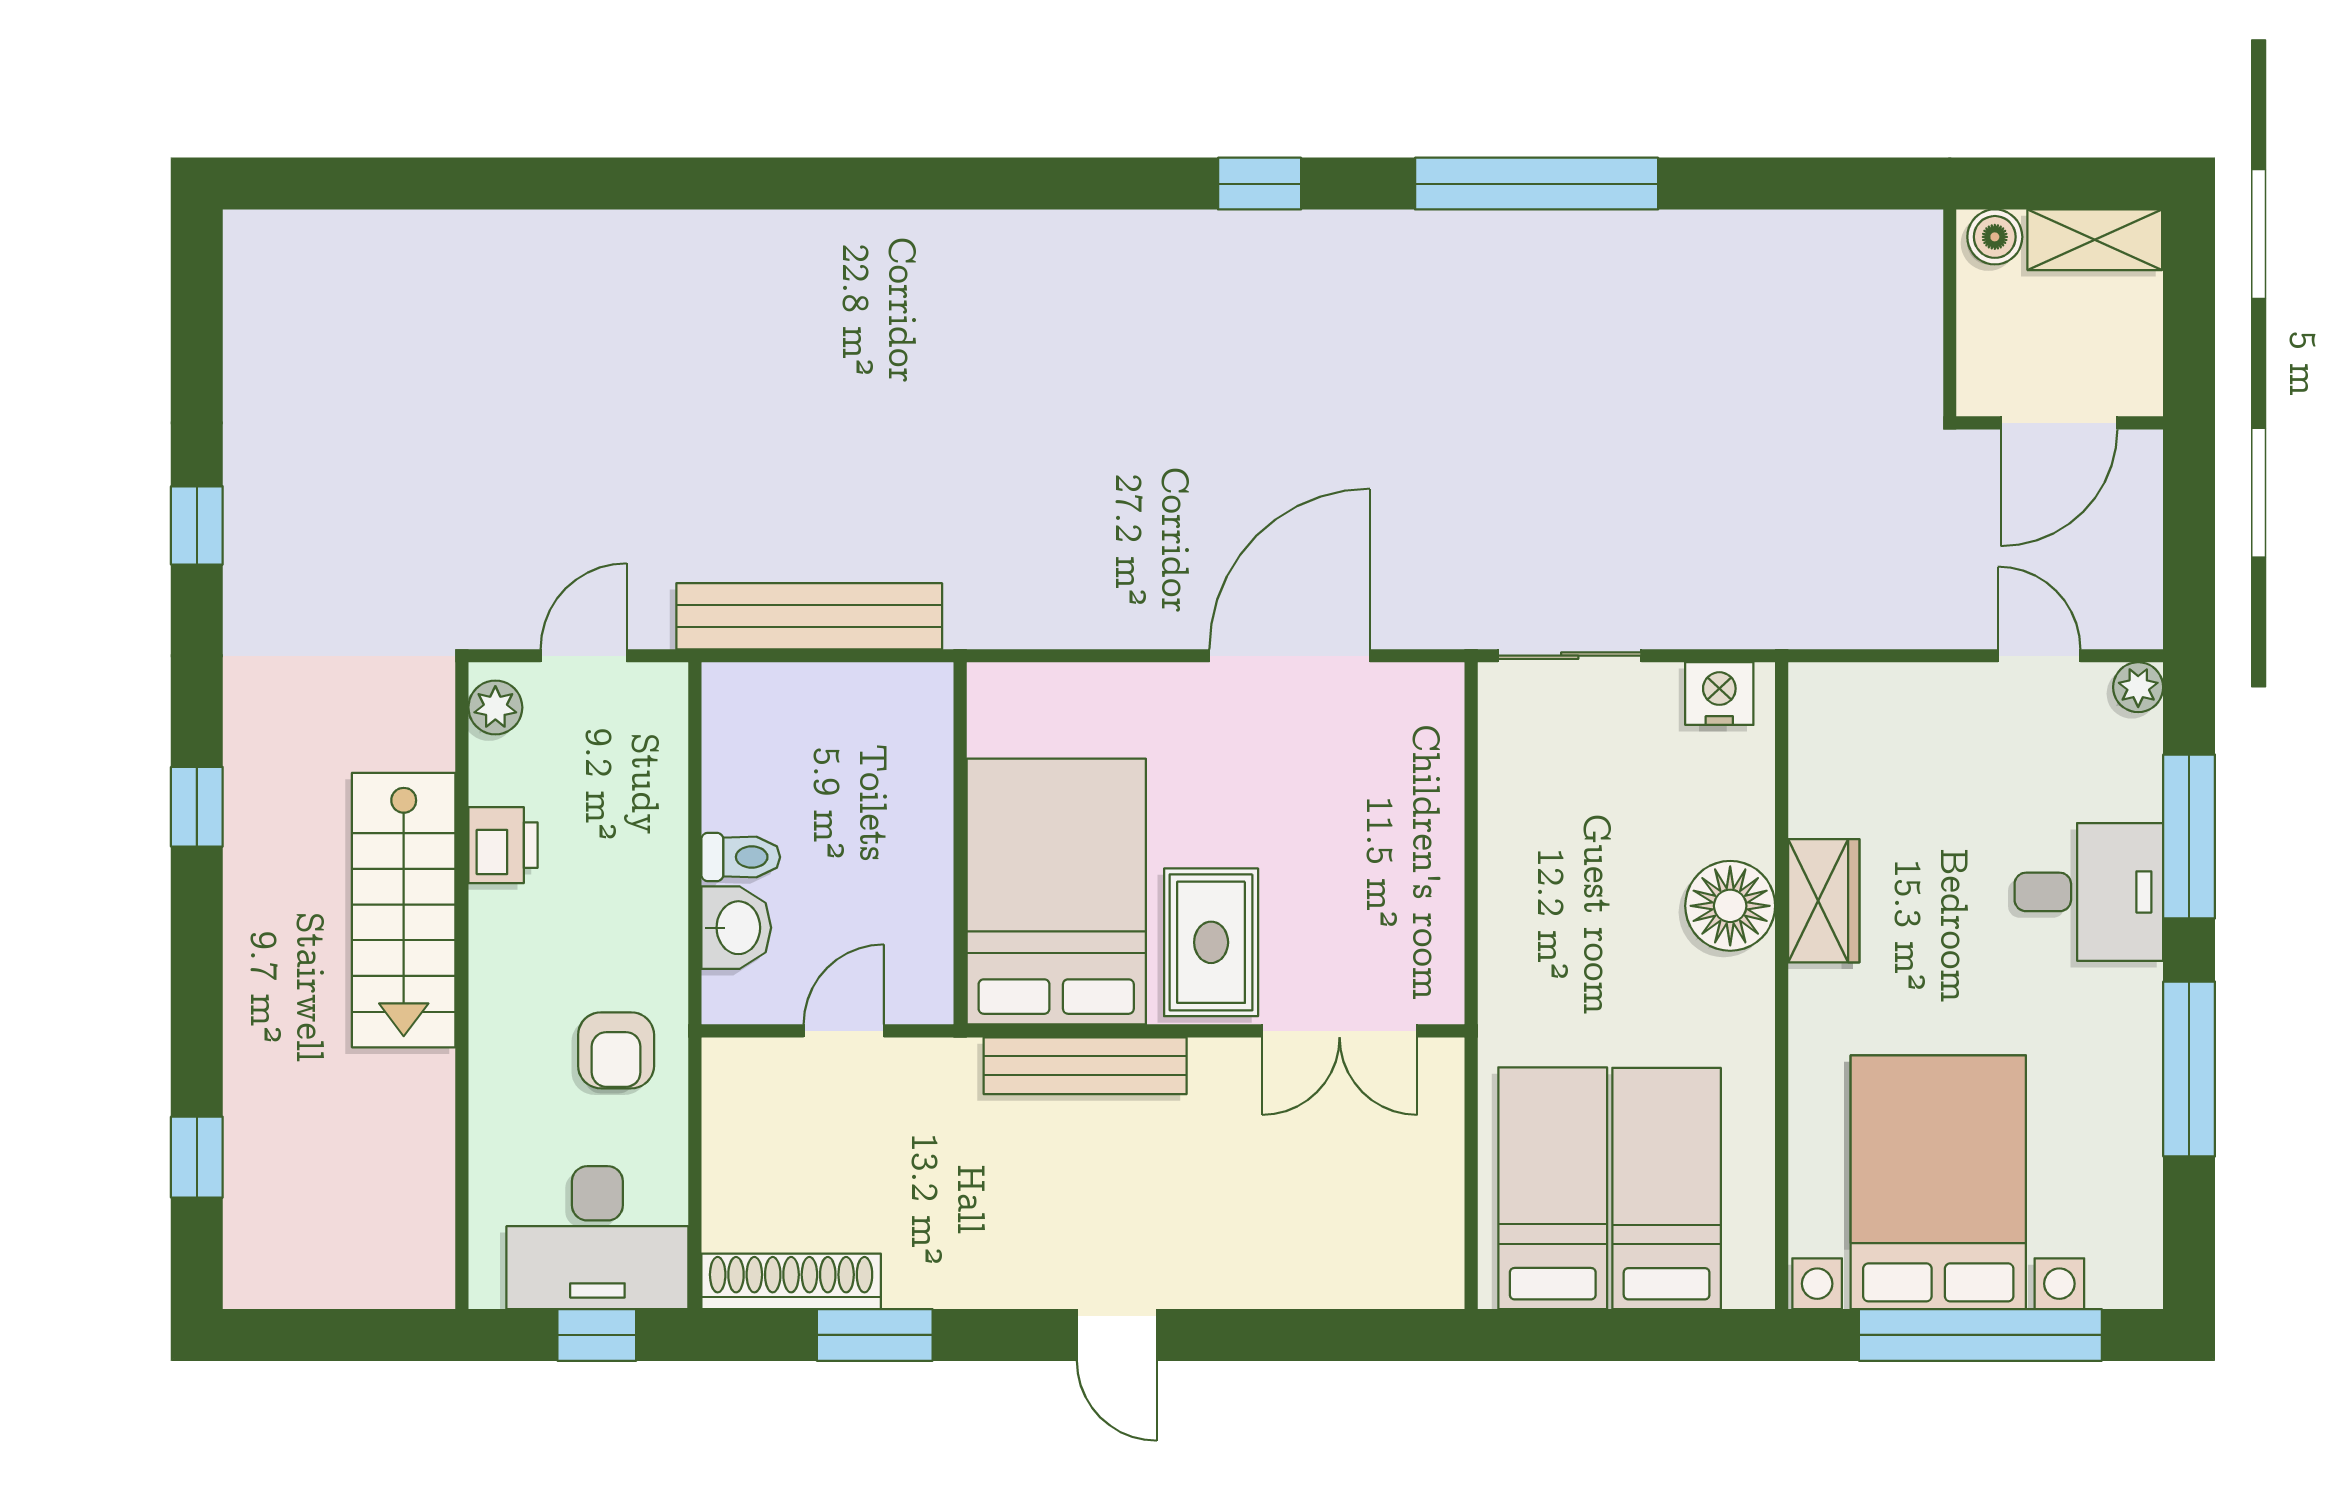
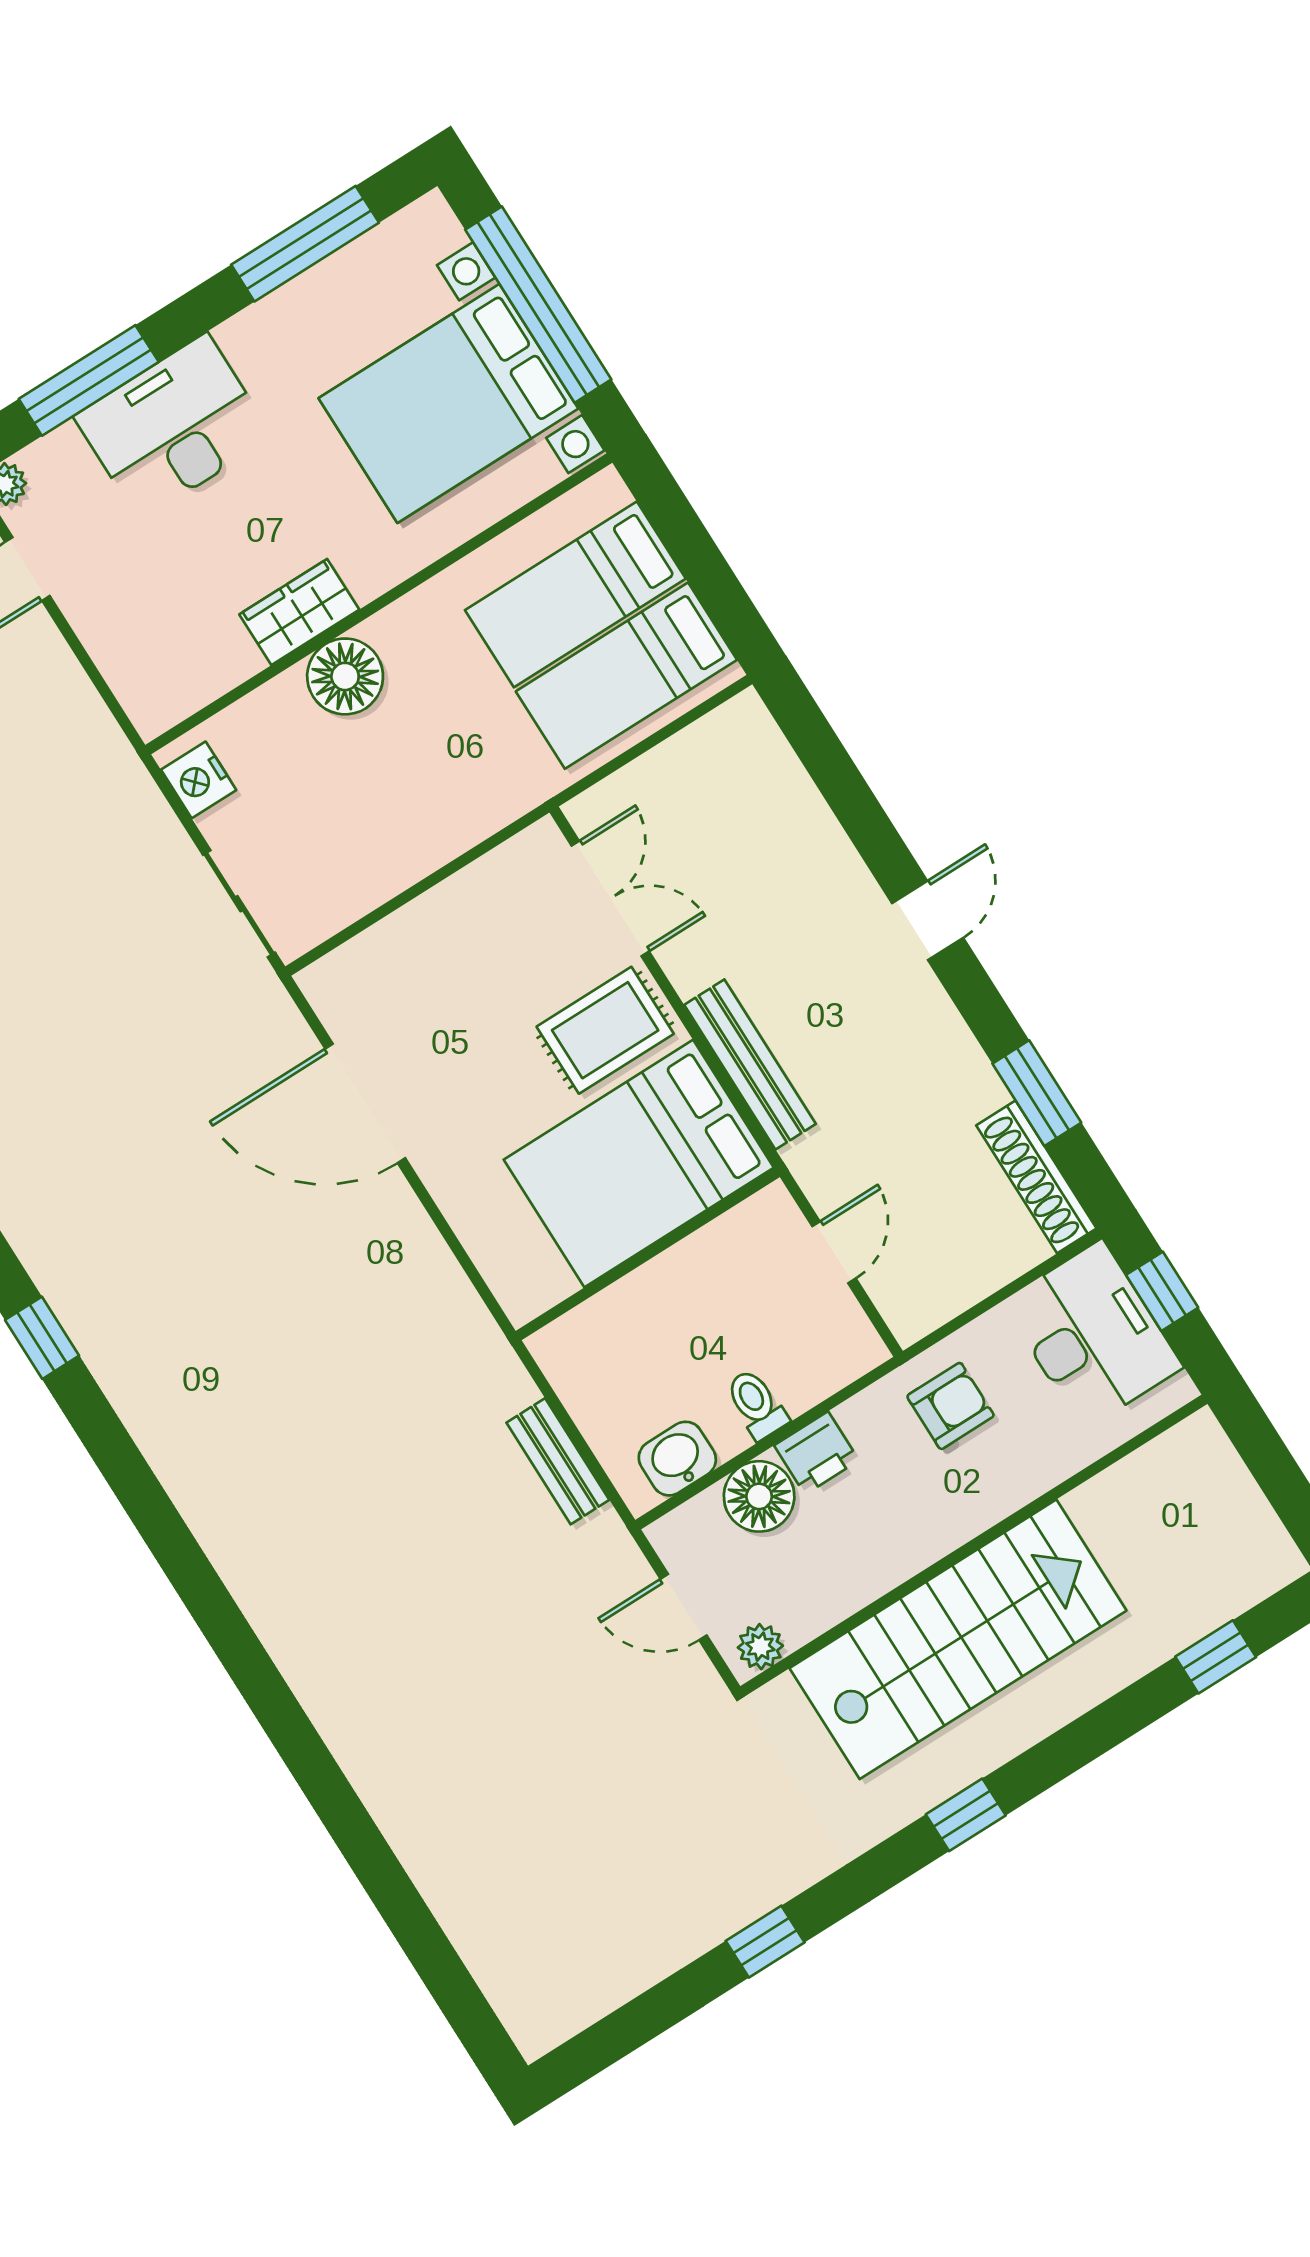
bench: (809, 616) -> (558, 1461), width x0.54, depth x0.82
floor lamp: (647, 801) -> (759, 1496), added
printer: (503, 845) -> (816, 1453), moved, turned 180
desk: (2089, 892) -> (173, 427), width x1.37
stairs: (404, 910) -> (958, 1639), width x1.36, depth x1.51
washbasin: (736, 928) -> (677, 1459), moved
door: (844, 1031) -> (834, 1252), swing flipped
window: (2189, 1069) -> (305, 244), moved

